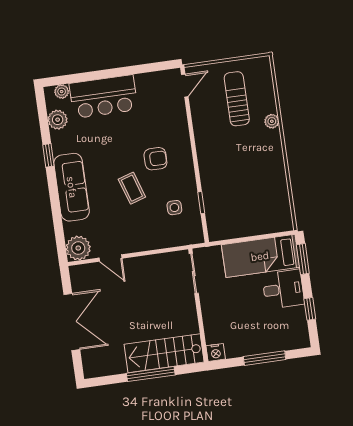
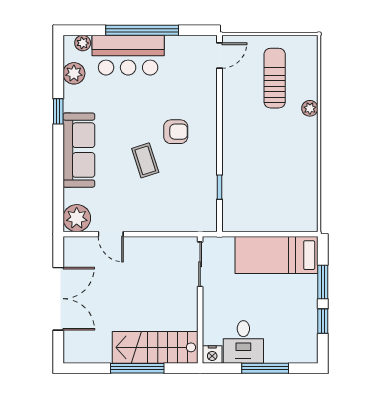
window: (113, 73) -> (142, 30), added
side table: (174, 208) -> (189, 188), removed
window: (303, 259) -> (323, 282), moved
desk: (283, 289) -> (243, 342), moved, turned 90

